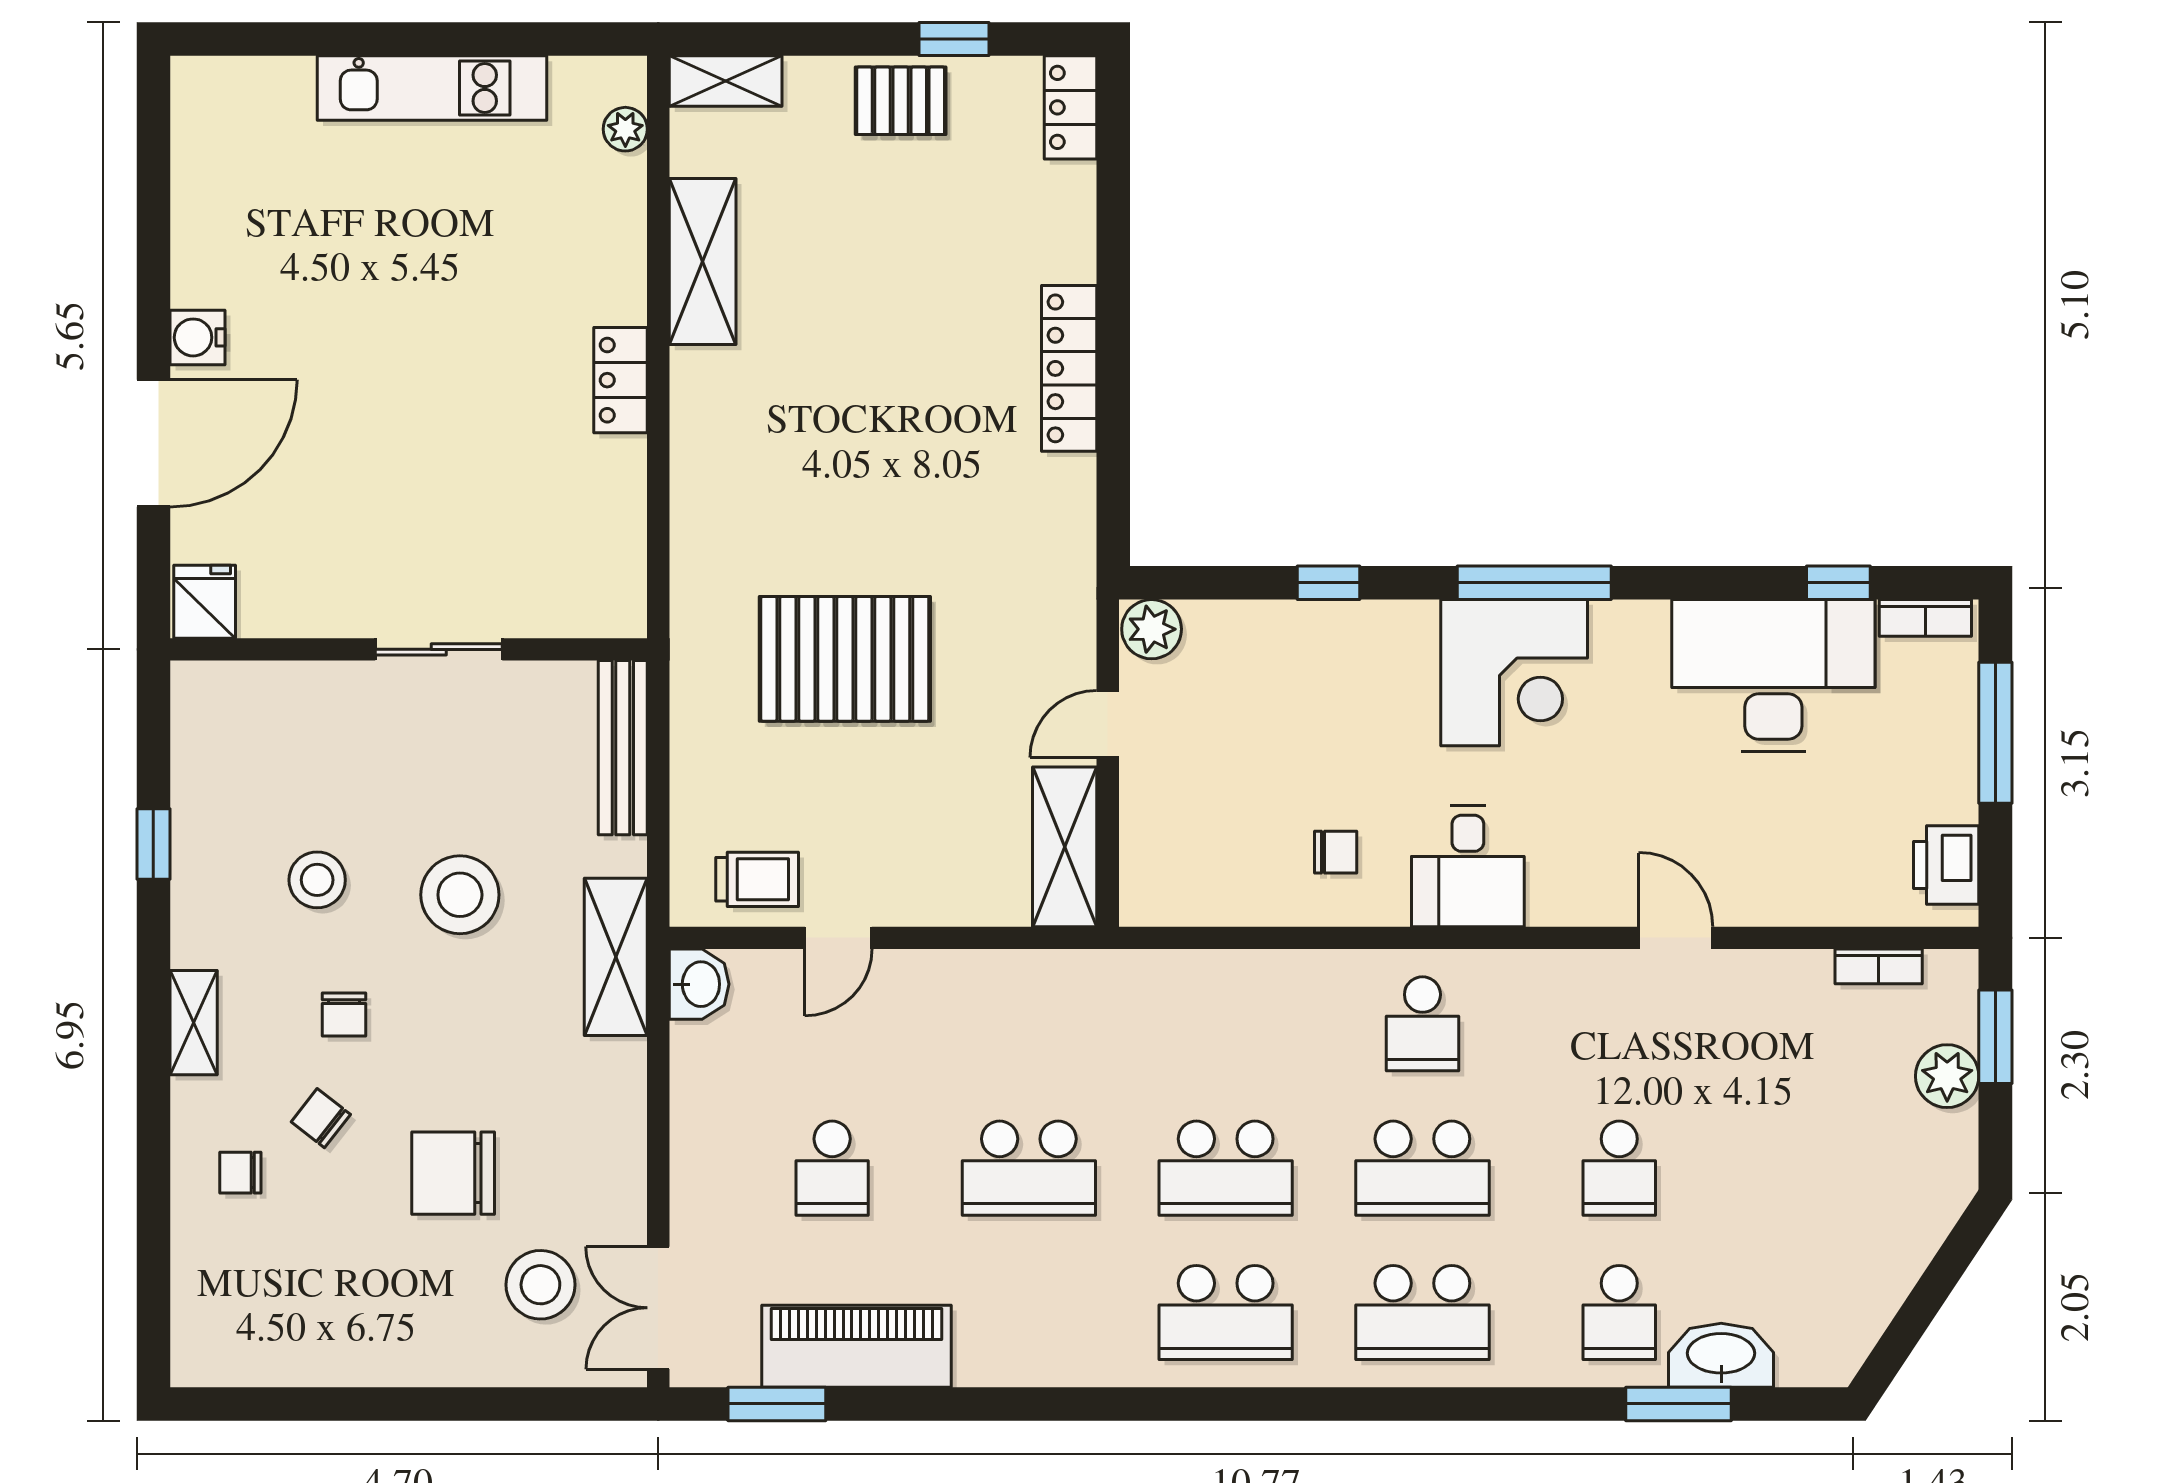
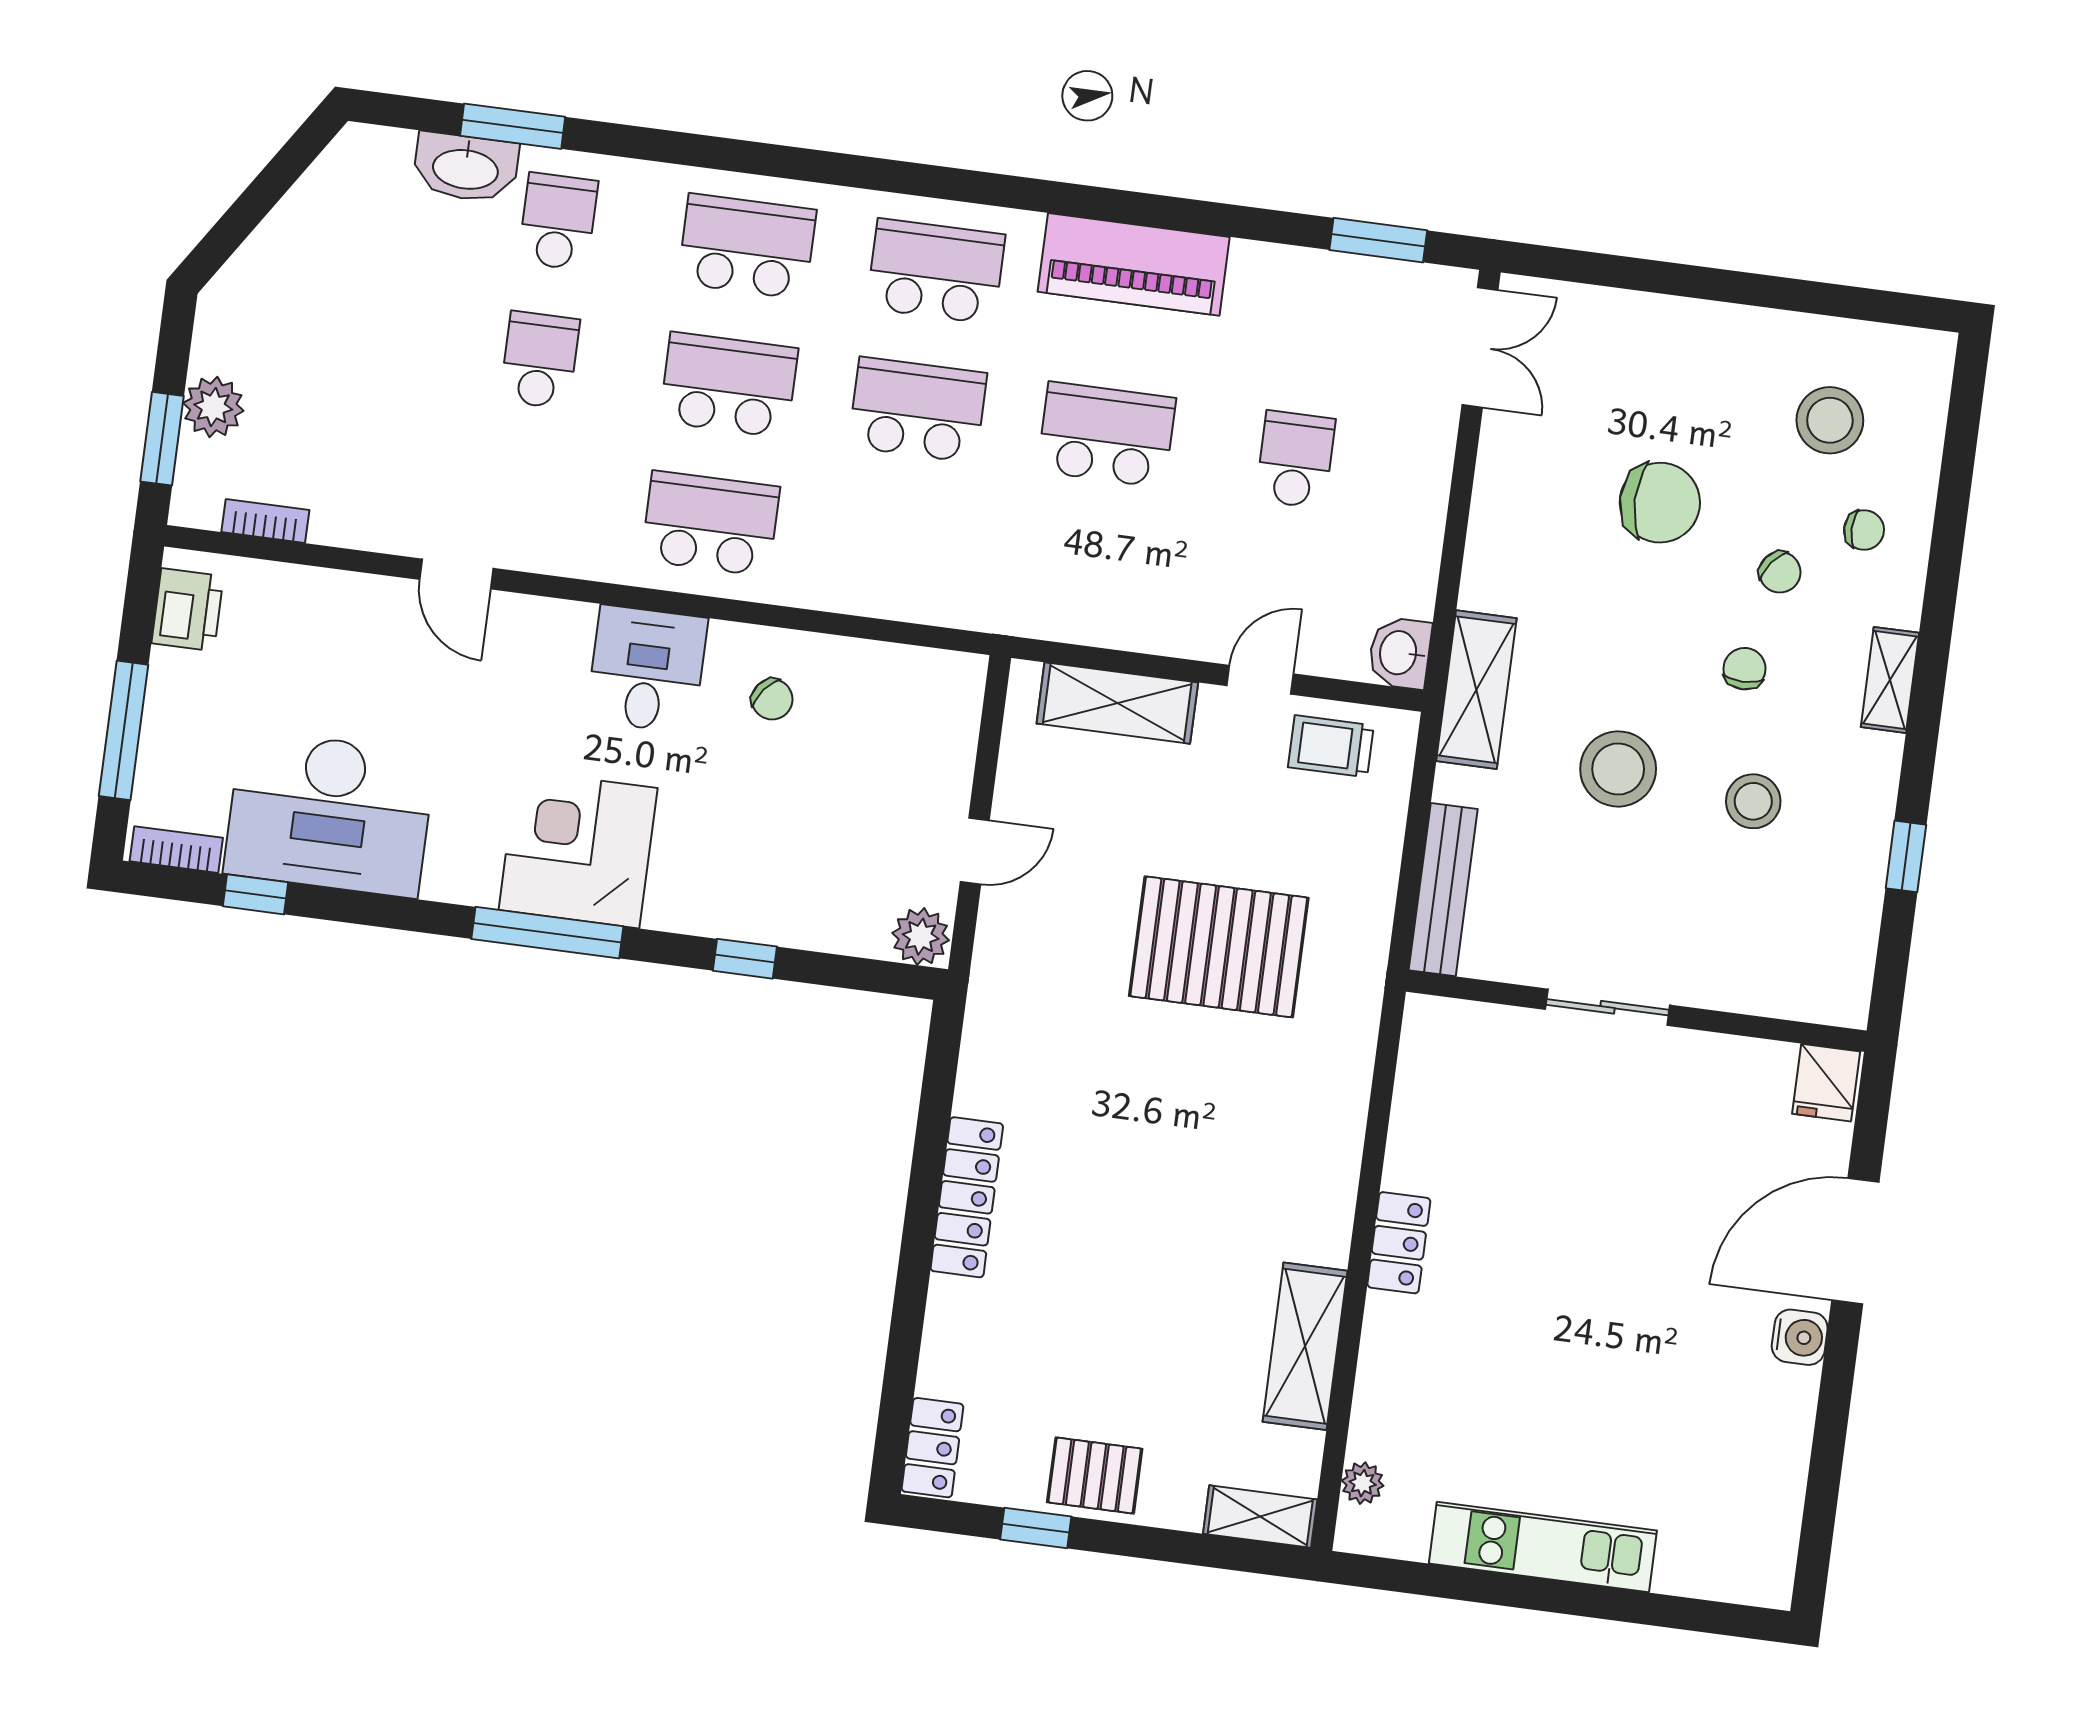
shelving: (1065, 847) -> (1117, 703), moved, turned 90
chair: (1336, 852) -> (772, 699), turned -142
school desk: (1422, 1024) -> (710, 523), width x1.85
stool: (540, 1285) -> (1830, 420), moved
piano: (856, 1346) -> (1134, 264), moved

